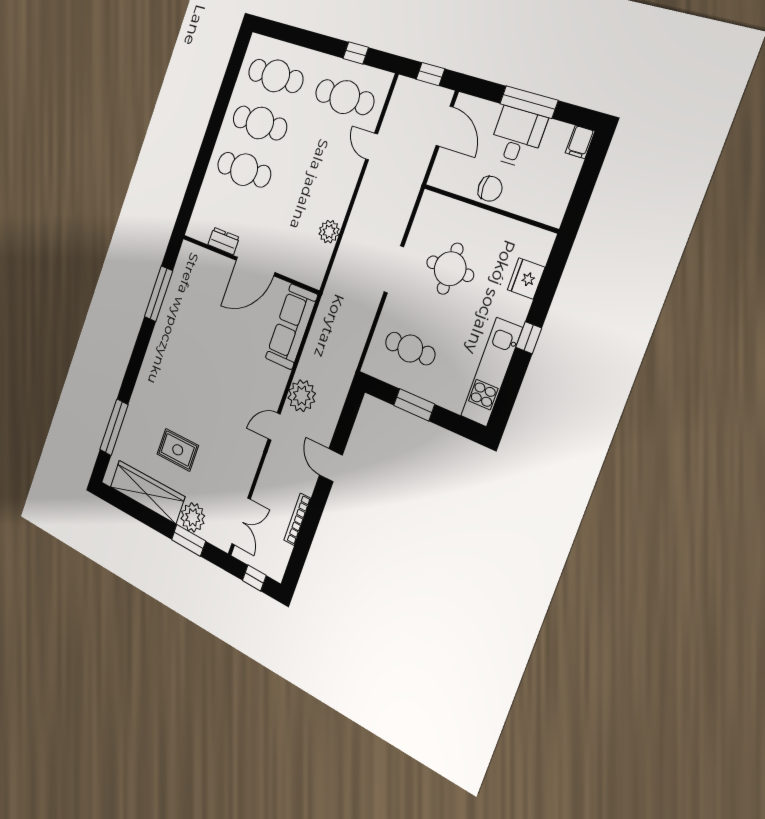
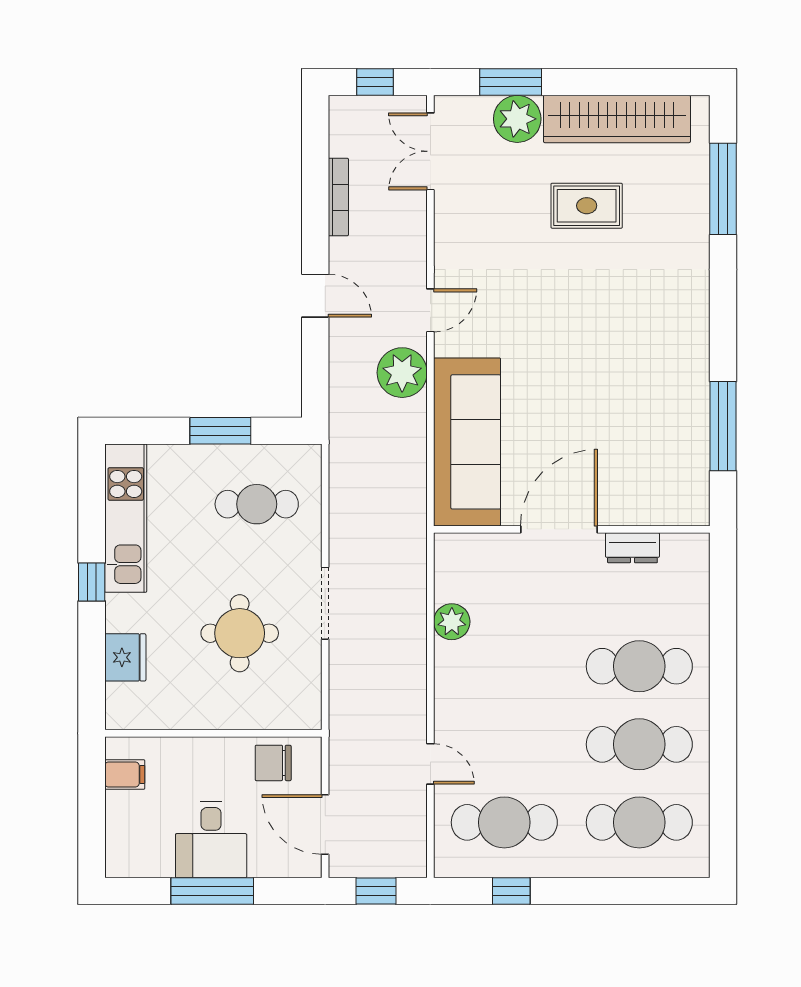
filing cabinet: (580, 142) -> (125, 774), moved, turned 90
chair: (490, 189) -> (273, 763), moved
sofa: (291, 327) -> (467, 442), width x1.36, depth x1.27

